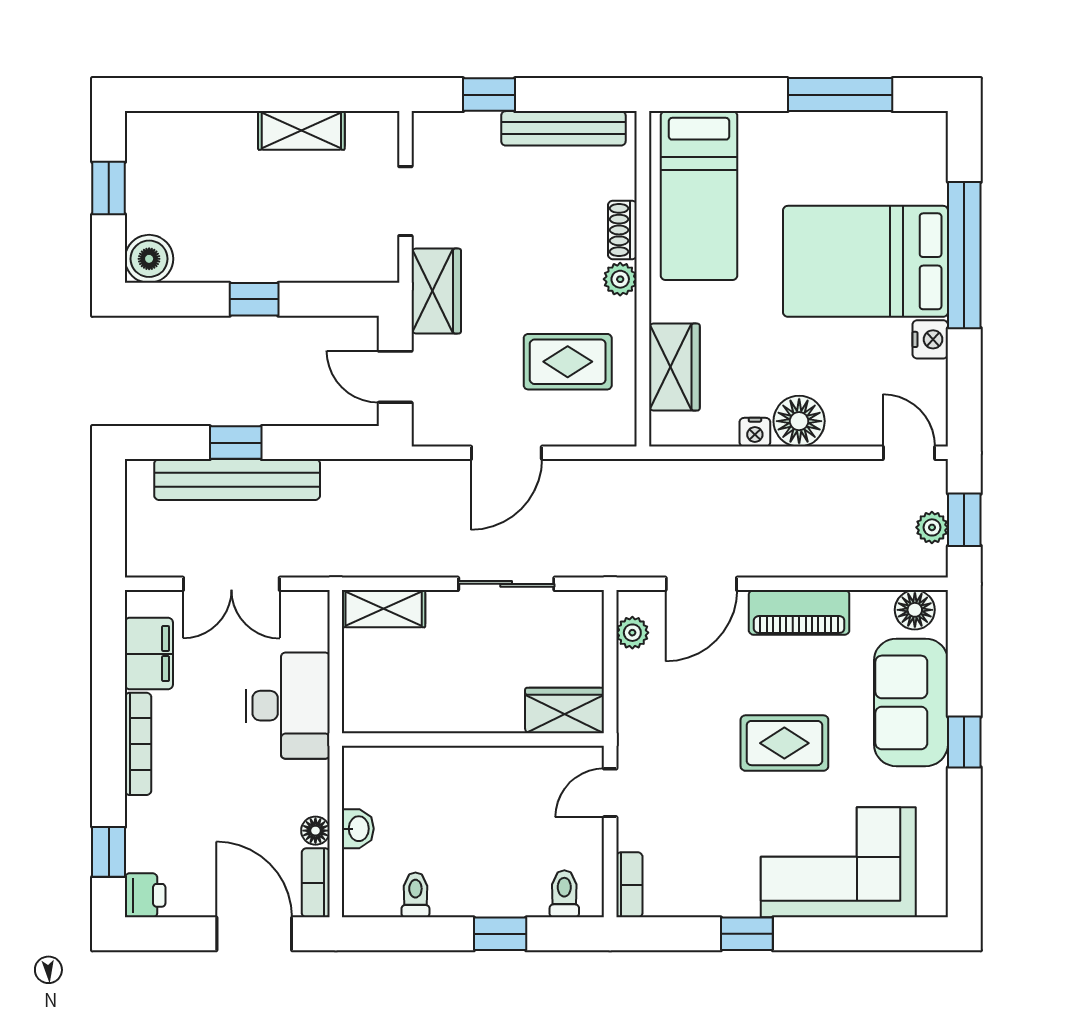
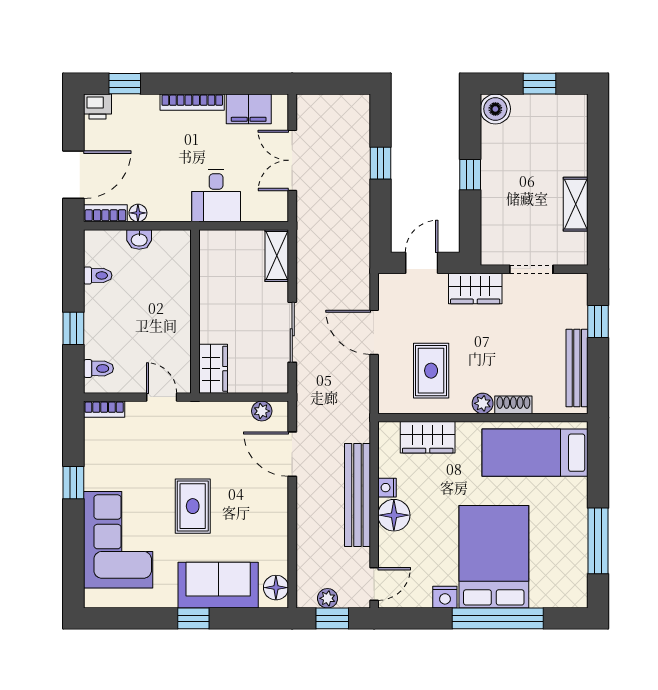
bench: (237, 480) -> (357, 495), moved
piano: (799, 612) -> (274, 515), removed
desk: (288, 706) -> (216, 196), width x0.73

